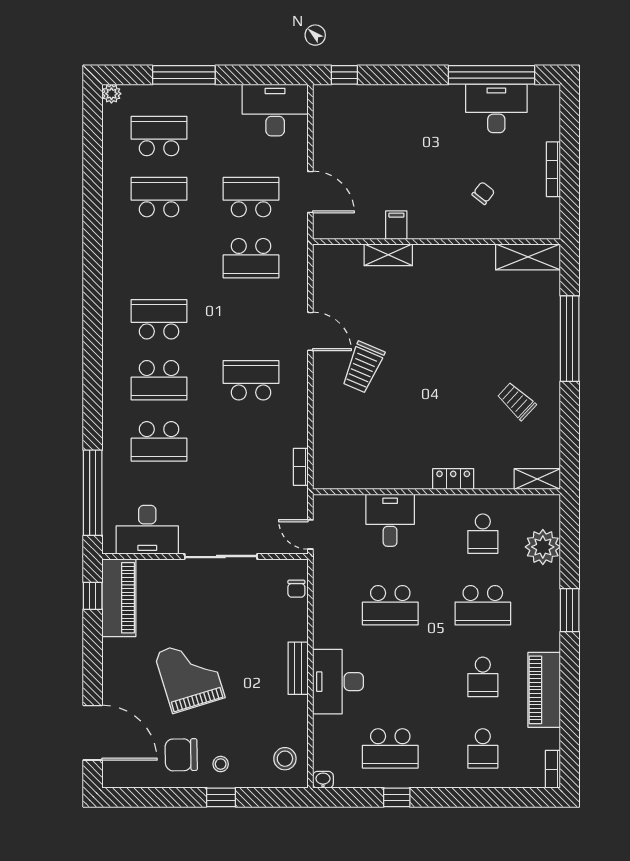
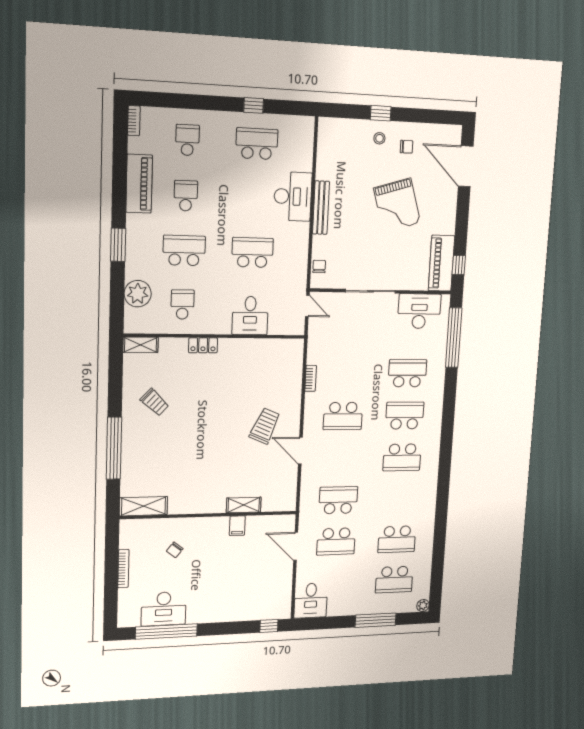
desk: (275, 110) -> (311, 600), width x0.73
bookcase: (301, 467) -> (311, 378), moved
bench: (298, 668) -> (321, 208), width x1.36
chair: (181, 755) -> (406, 147), width x0.54, depth x0.54
stool: (285, 759) -> (334, 140), removed
washbasin: (323, 780) -> (307, 122), removed

